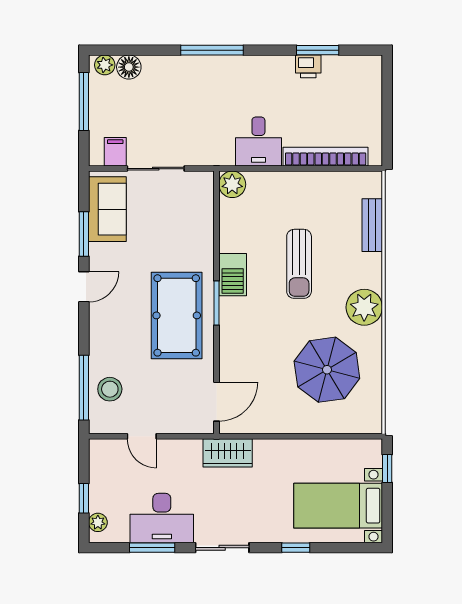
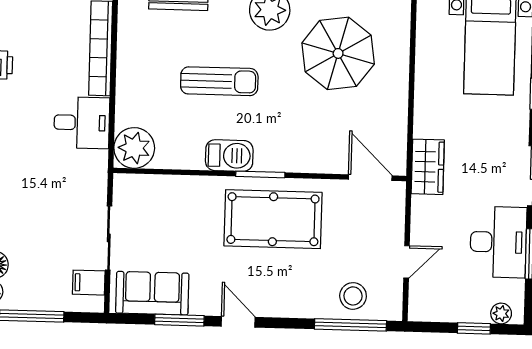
plant: (232, 184) -> (134, 148), width x1.36, depth x1.36

